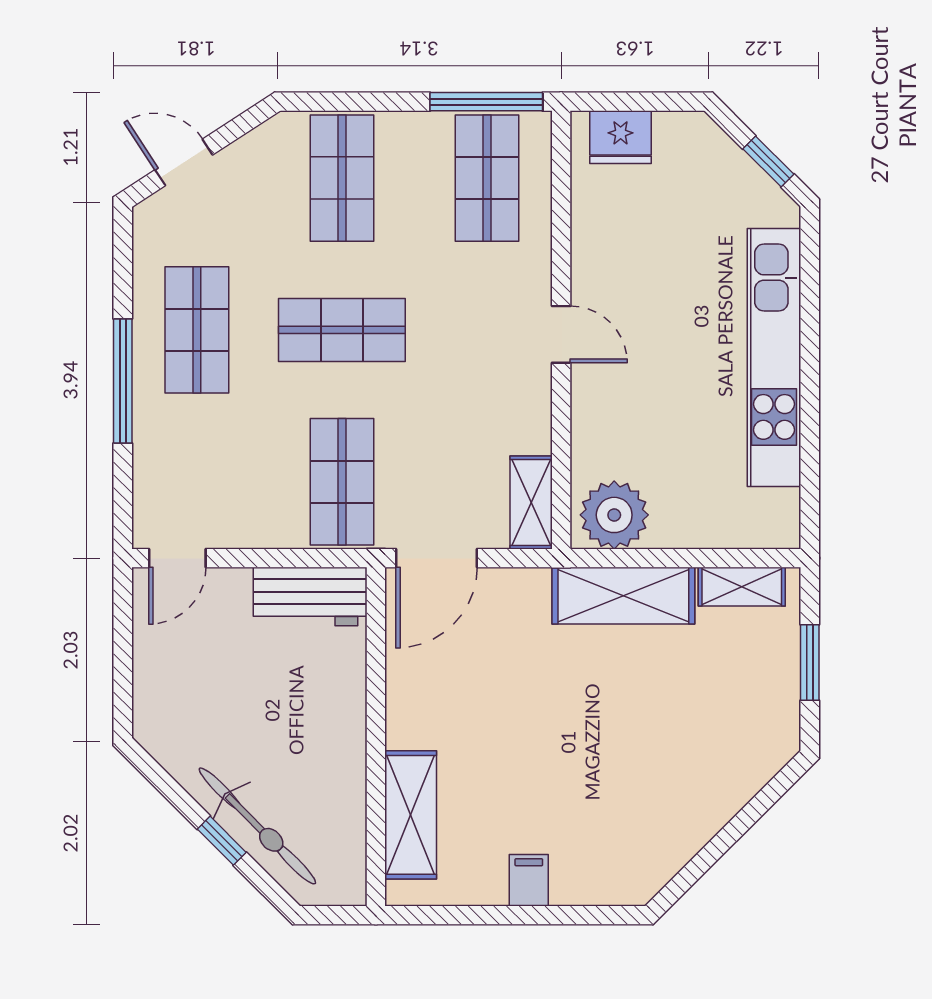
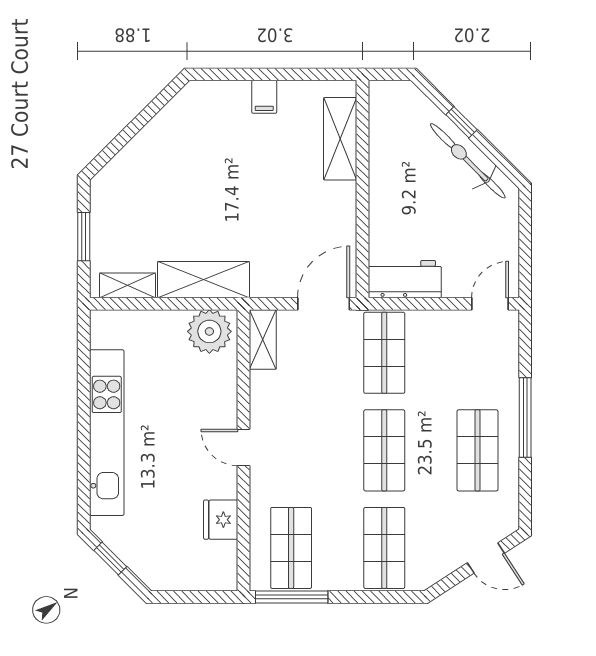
fridge: (621, 137) -> (221, 520), moved, turned -90
shop shelf: (342, 330) -> (384, 450), turned 90
bicycle: (257, 826) -> (468, 161), moved

